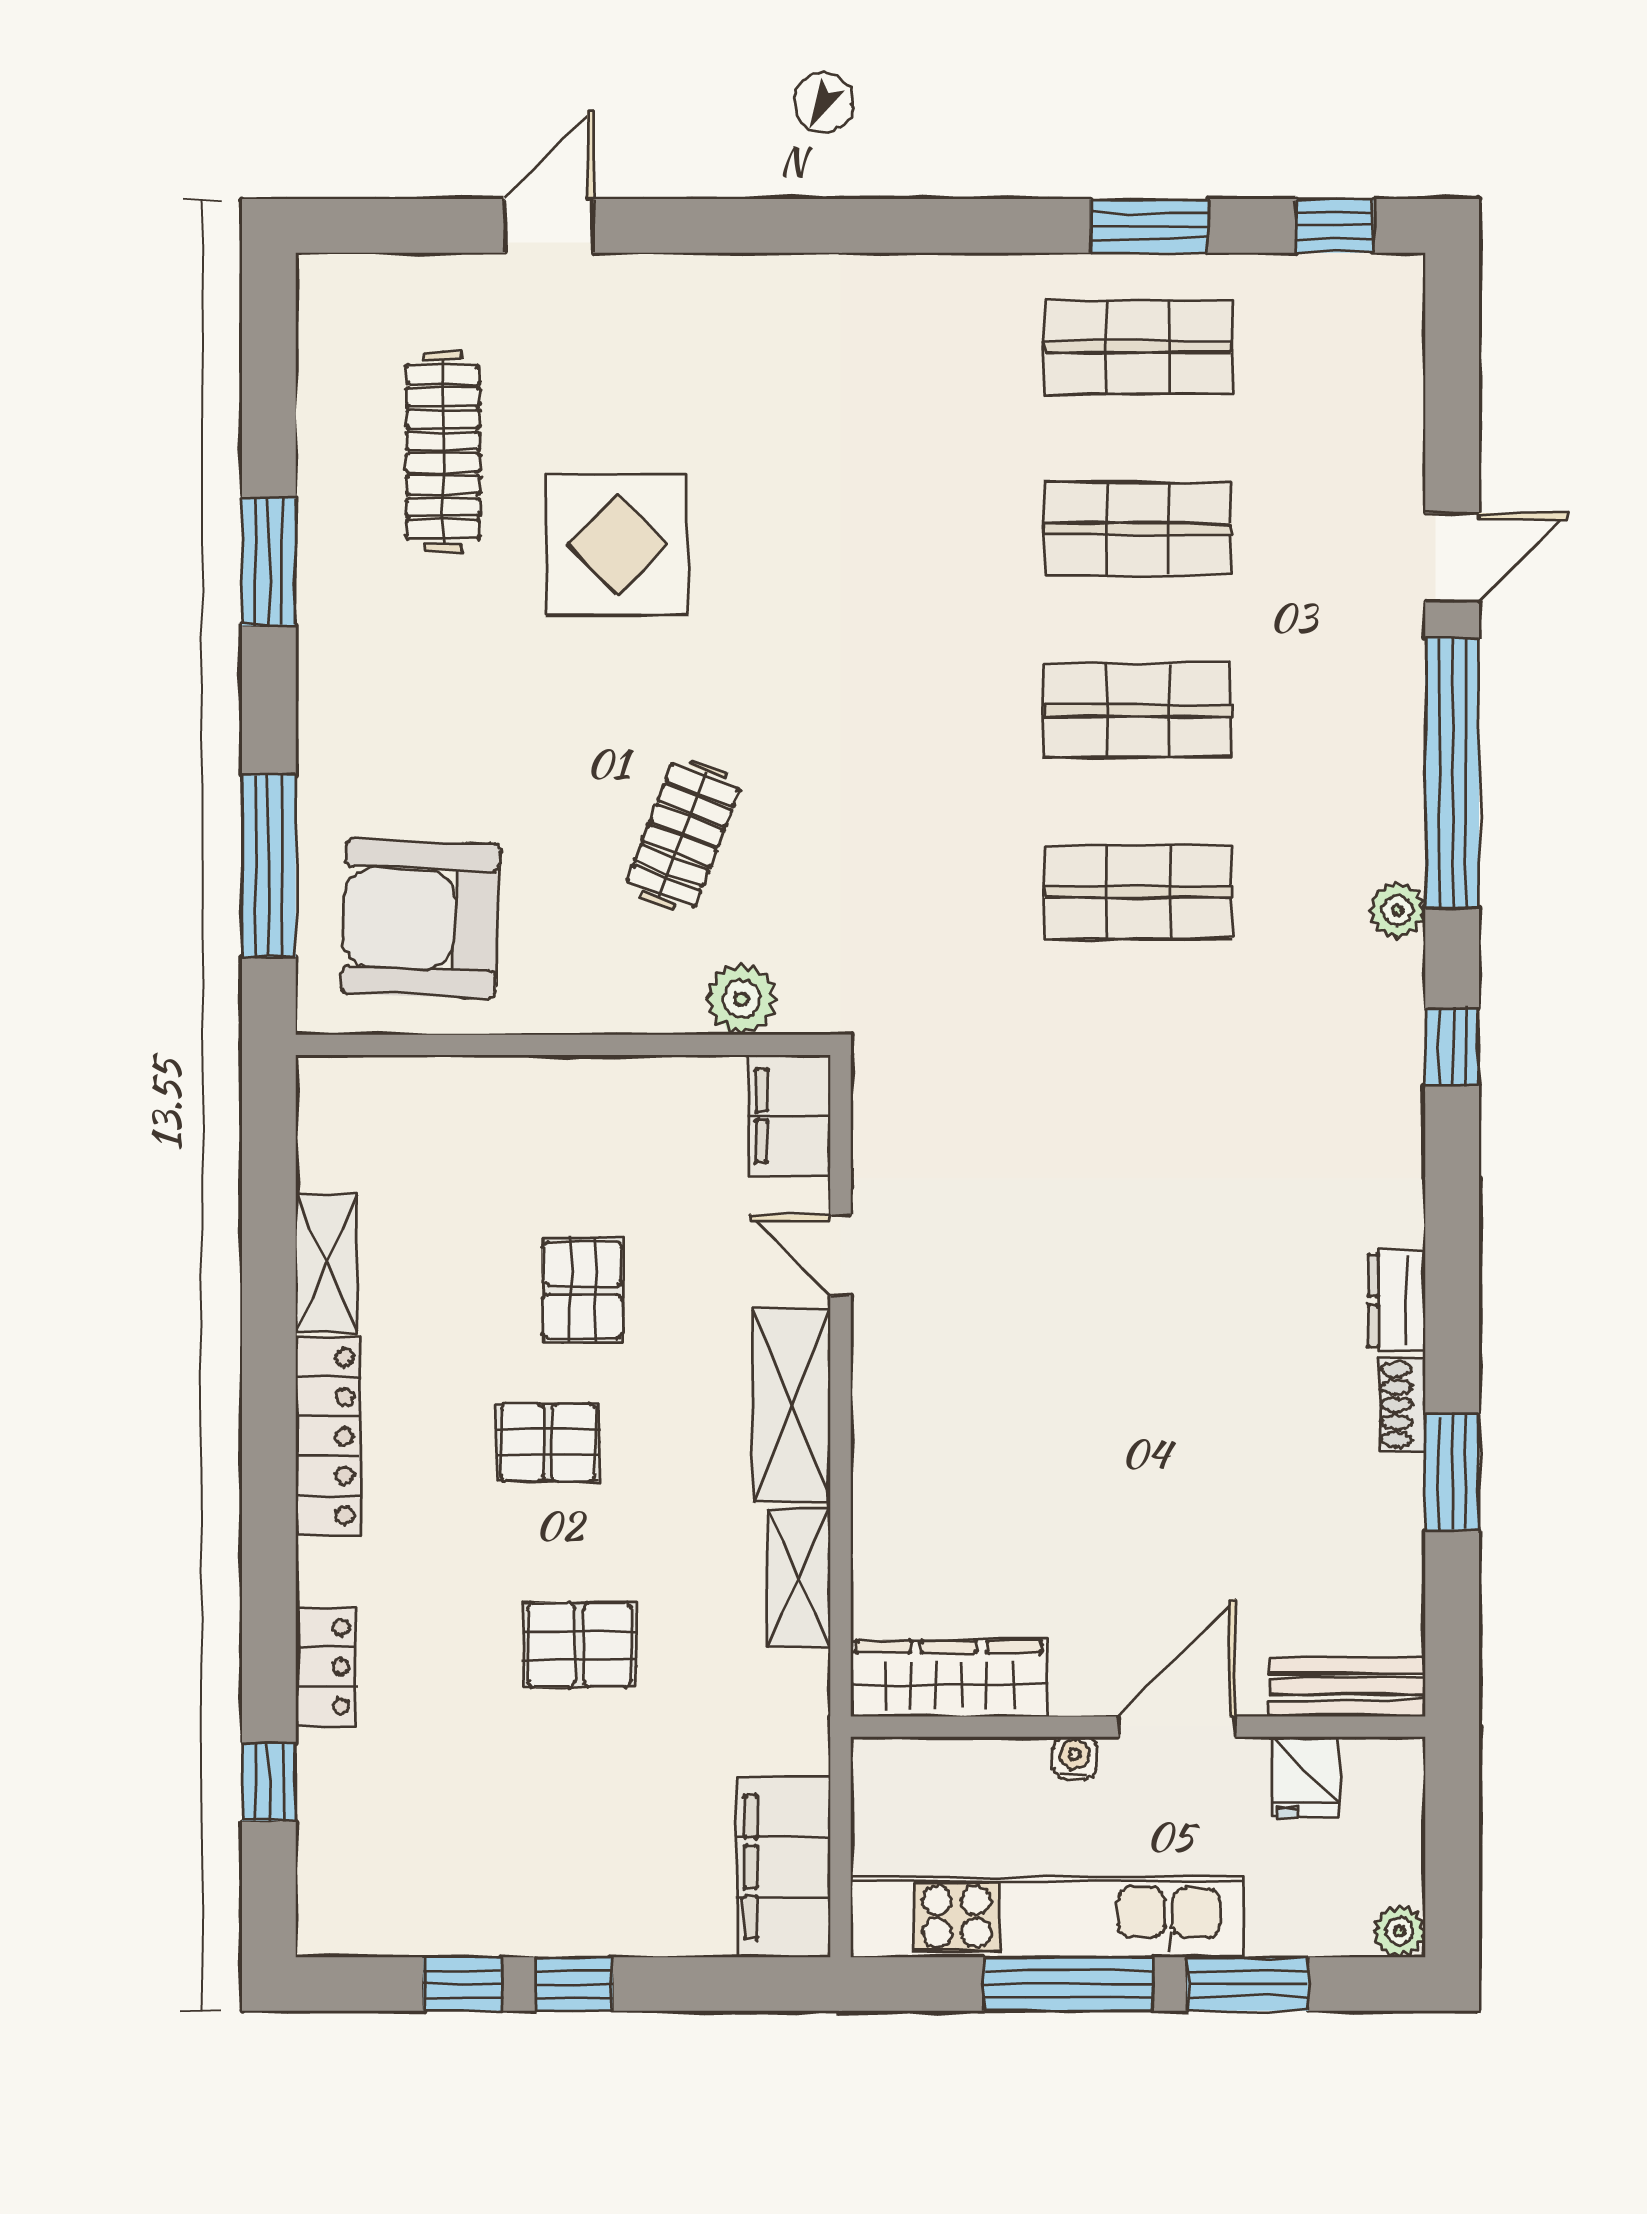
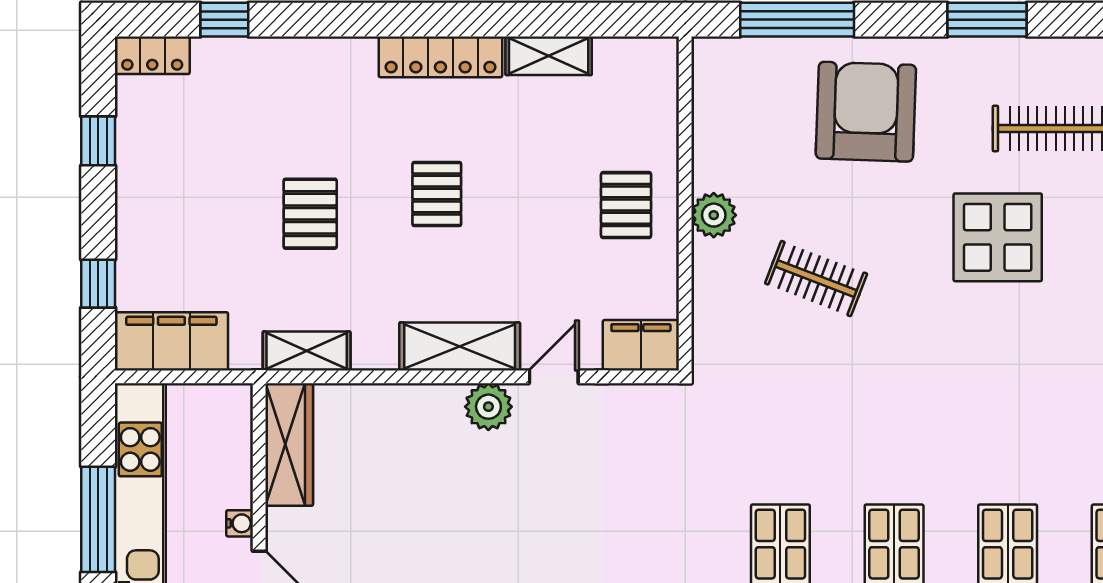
armchair: (421, 919) -> (866, 112), moved
plant: (742, 999) -> (714, 215), moved
pallet: (582, 1290) -> (626, 205), moved, turned 90
plant: (888, 1360) -> (488, 407), added
shelving: (799, 1577) -> (307, 351), moved
locker: (326, 1667) -> (152, 55), moved
window: (574, 1984) -> (98, 284), moved

